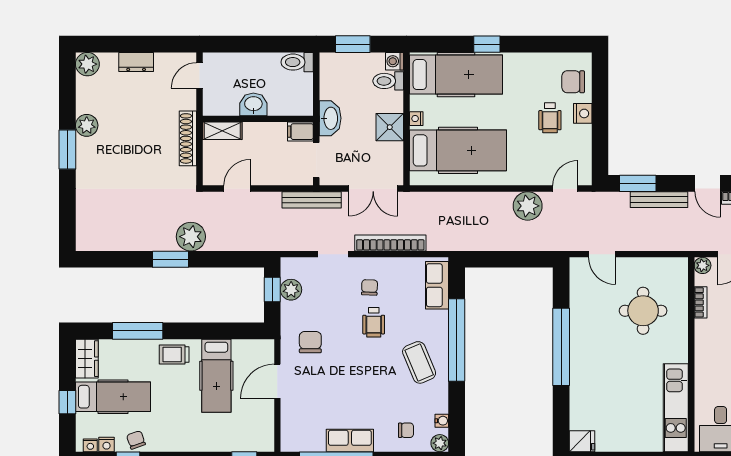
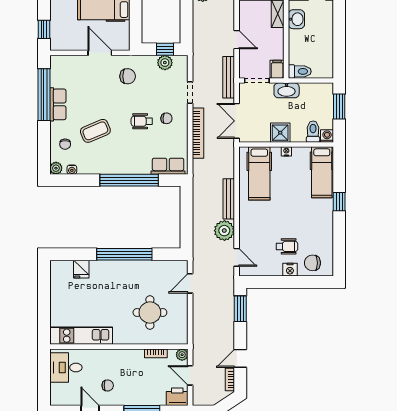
toilet: (297, 62) -> (300, 71), moved, turned 90
hospital bed: (456, 75) -> (322, 172), width x0.73, depth x0.78
chair: (573, 82) -> (312, 263), turned -90
washbasin: (253, 104) -> (296, 19), moved
wheelchair: (550, 118) -> (287, 246), turned 180
hospital bed: (458, 150) -> (259, 173), width x0.73, depth x0.78
door: (237, 189) -> (237, 40), moved
bench: (659, 200) -> (229, 199), moved
coffee table: (419, 362) -> (95, 131), moved
fridge: (582, 441) -> (81, 269), moved

